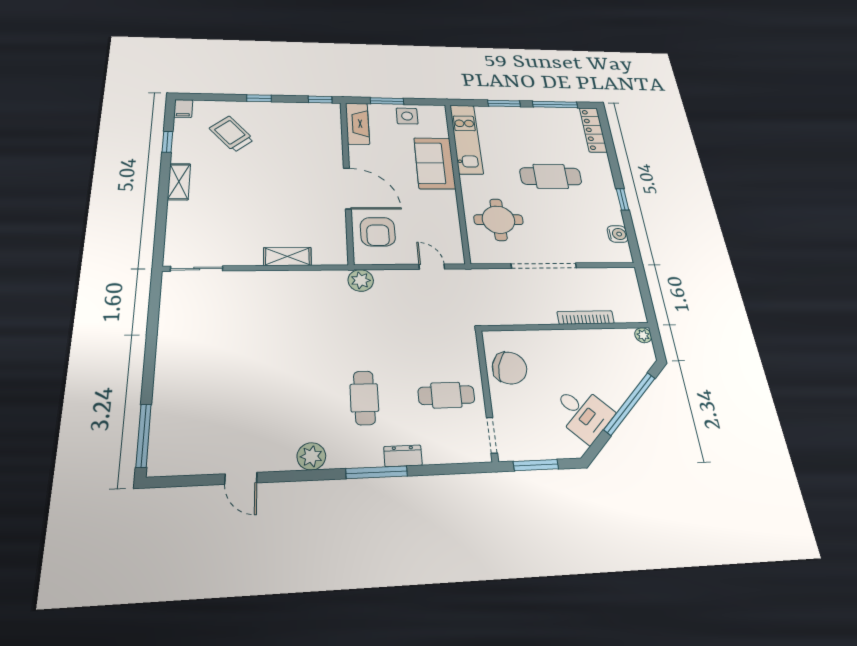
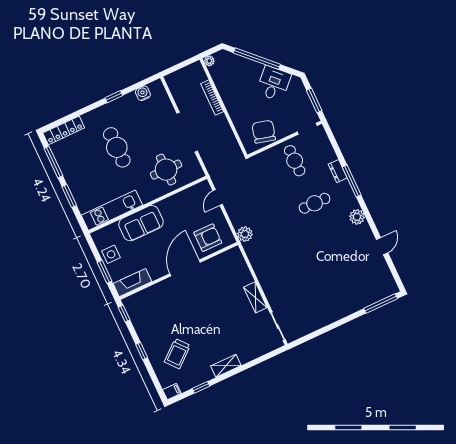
shelving: (287, 256) -> (255, 297), moved

